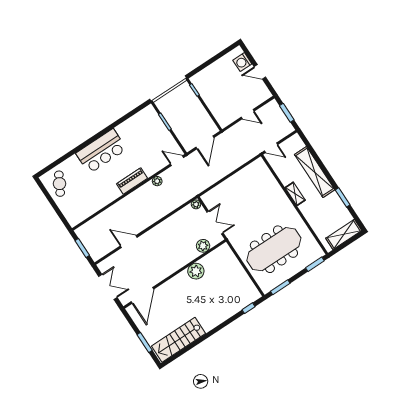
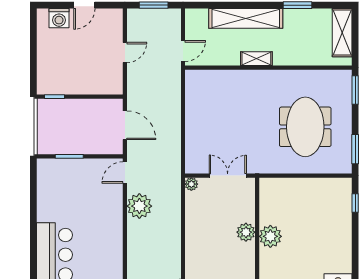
piano: (132, 181) -> (114, 242), removed
plant: (157, 181) -> (139, 206), width x1.88, depth x1.88
plant: (203, 246) -> (246, 232), moved
meeting table: (274, 249) -> (305, 127), width x0.73

